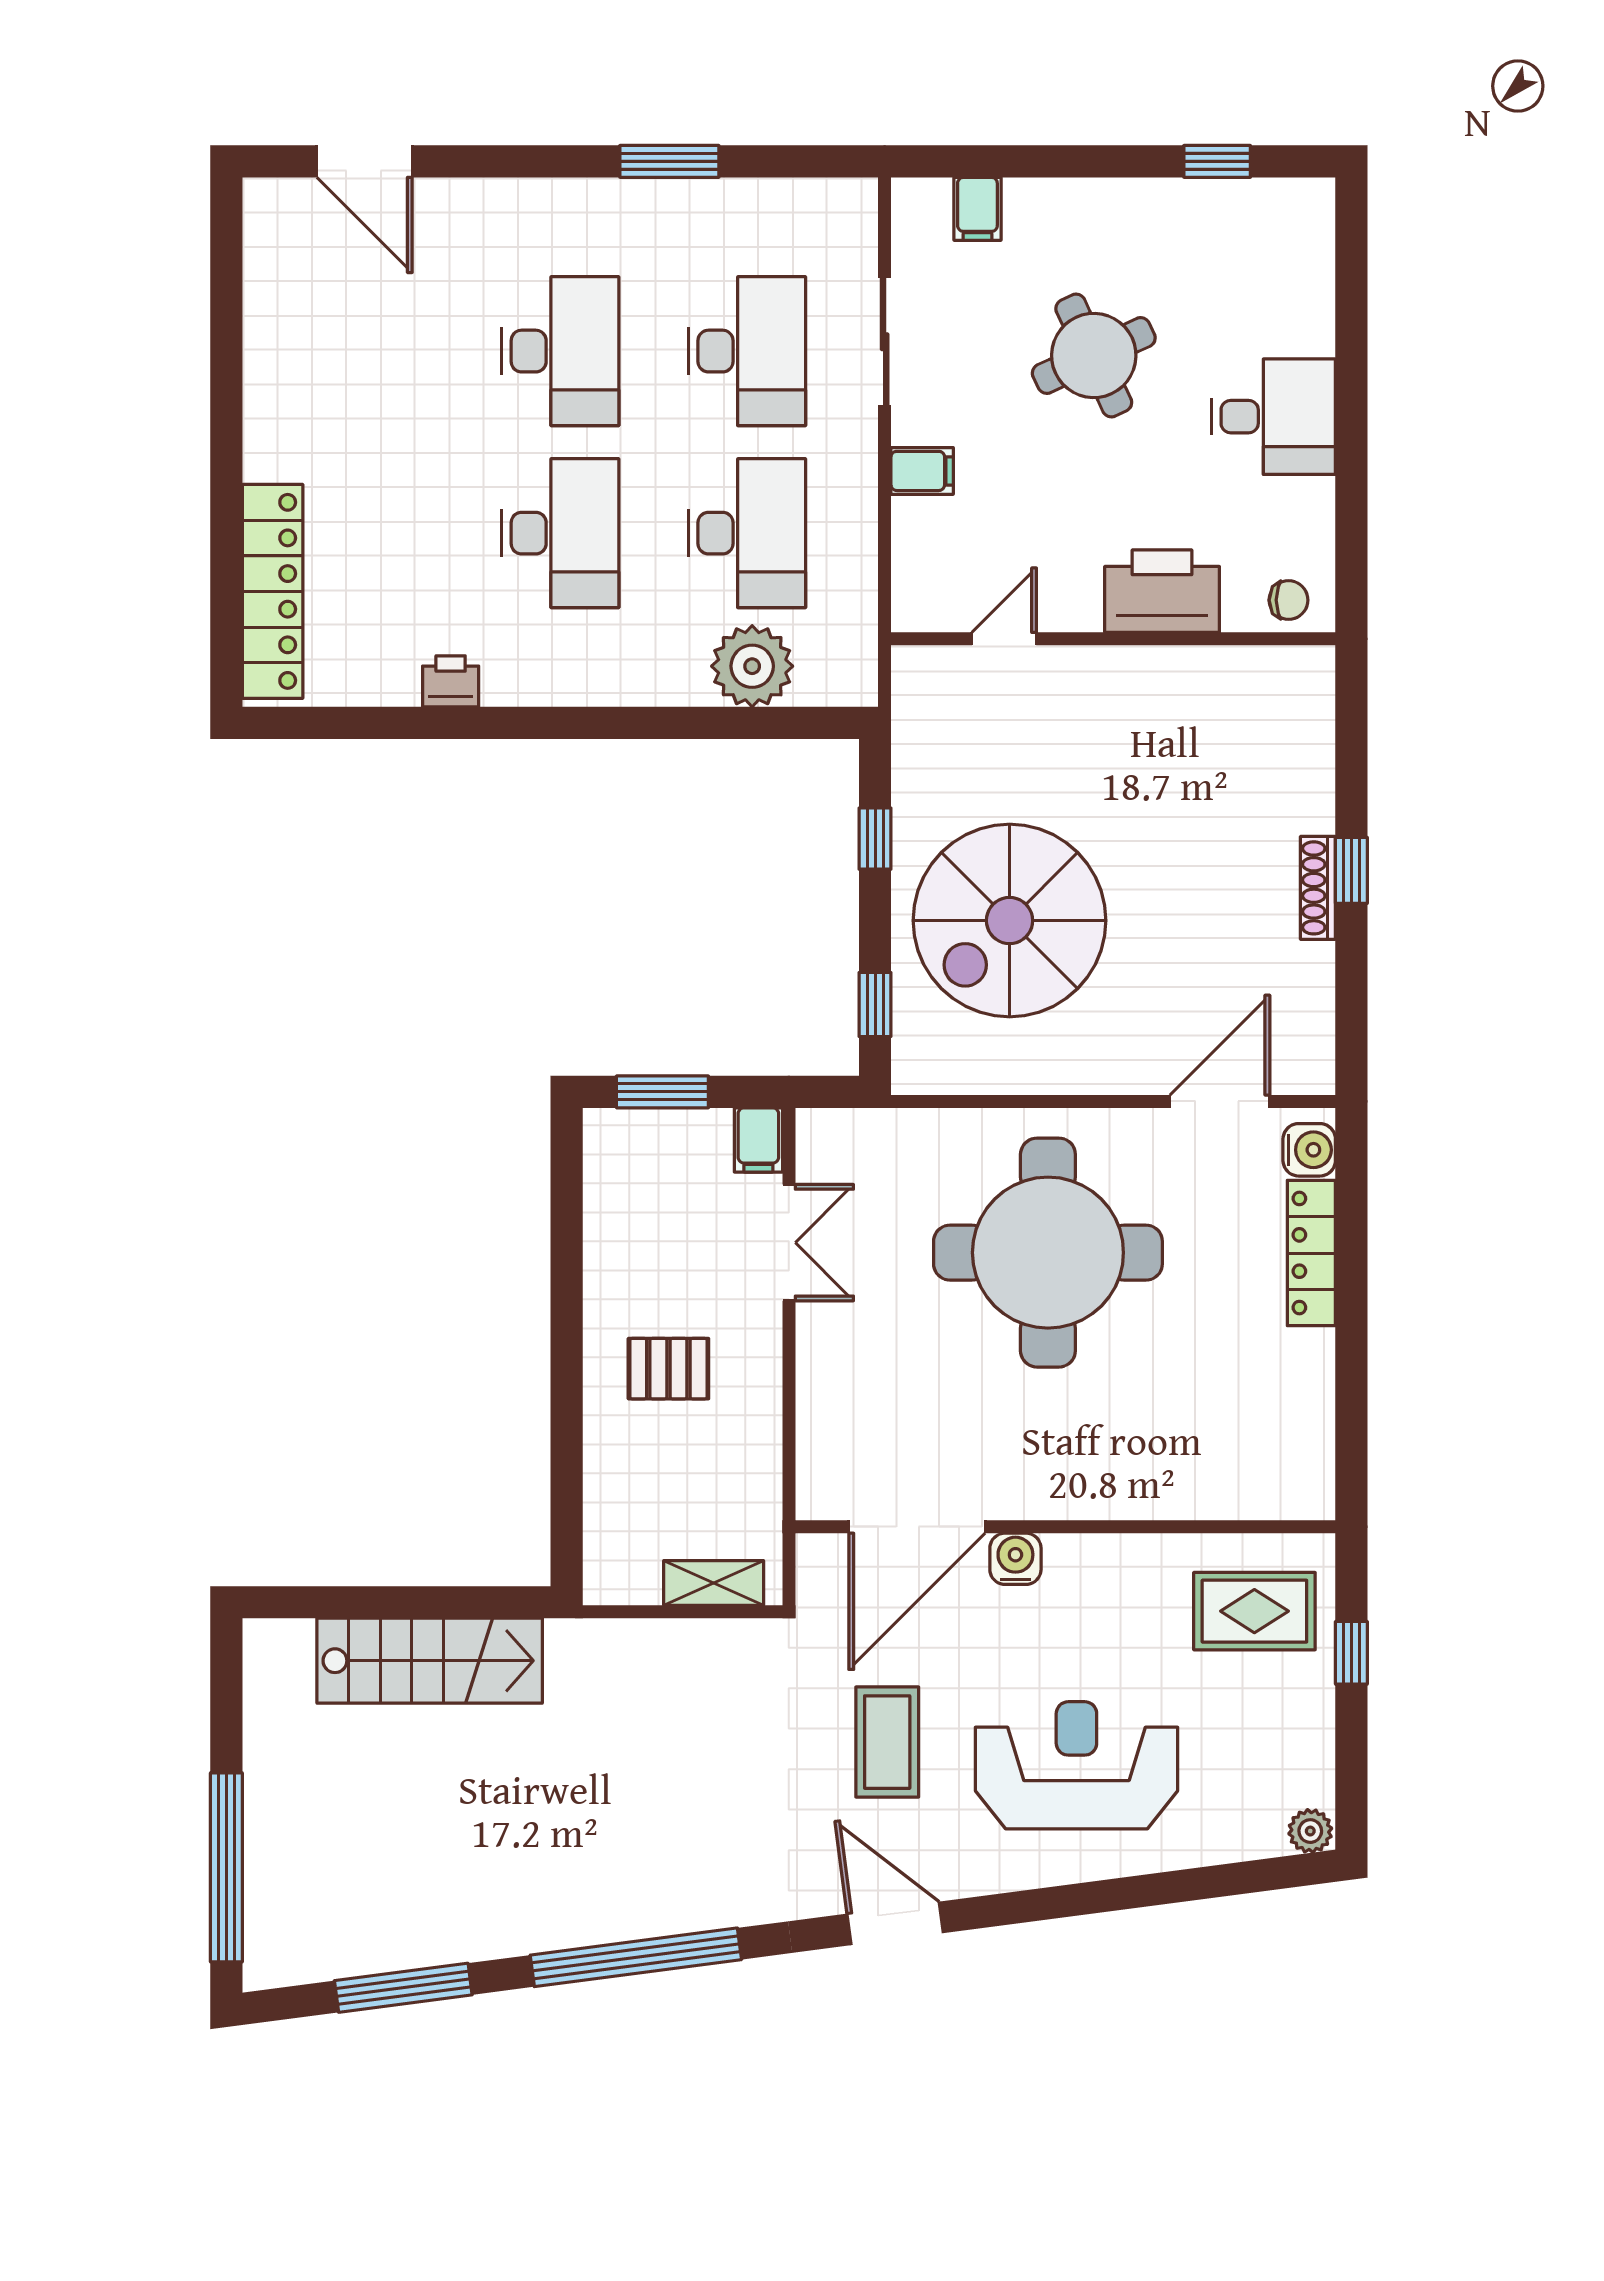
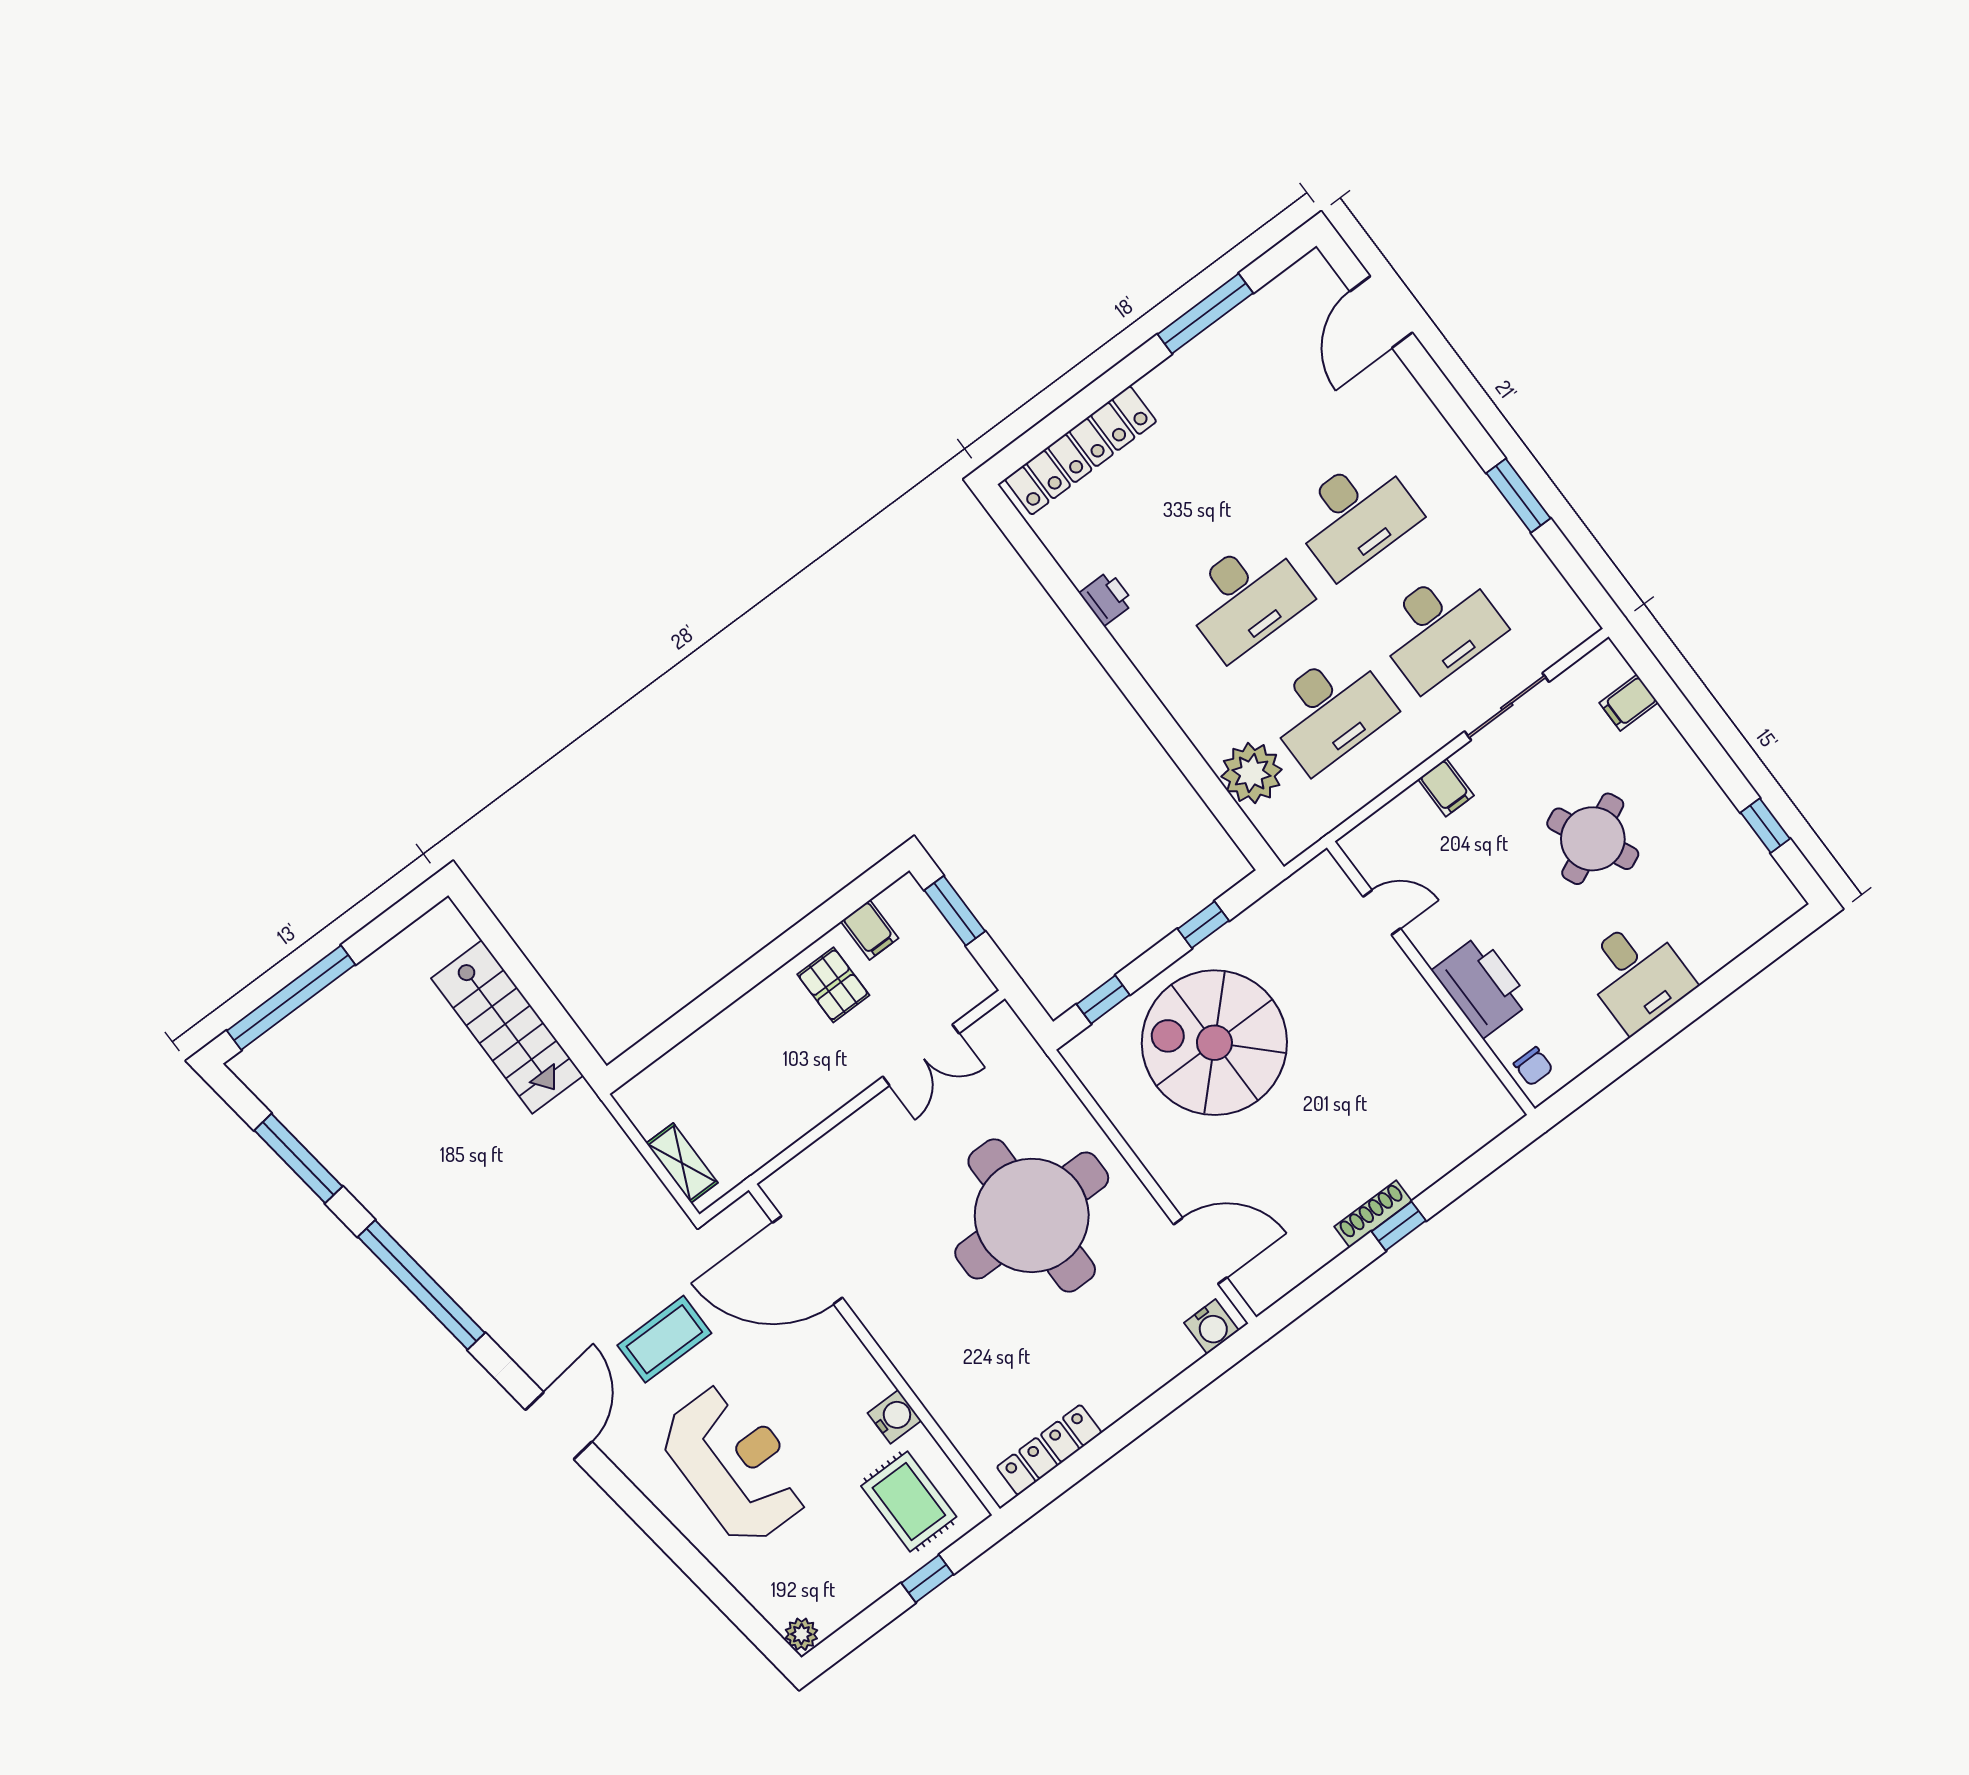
window: (226, 350) -> (1205, 314), added
filing cabinet: (758, 1140) -> (870, 930), moved, turned -90
locker: (1311, 1253) -> (1049, 1450), moved
pallet: (668, 1369) -> (833, 985), moved
water cooler: (1015, 1559) -> (895, 1417), moved

